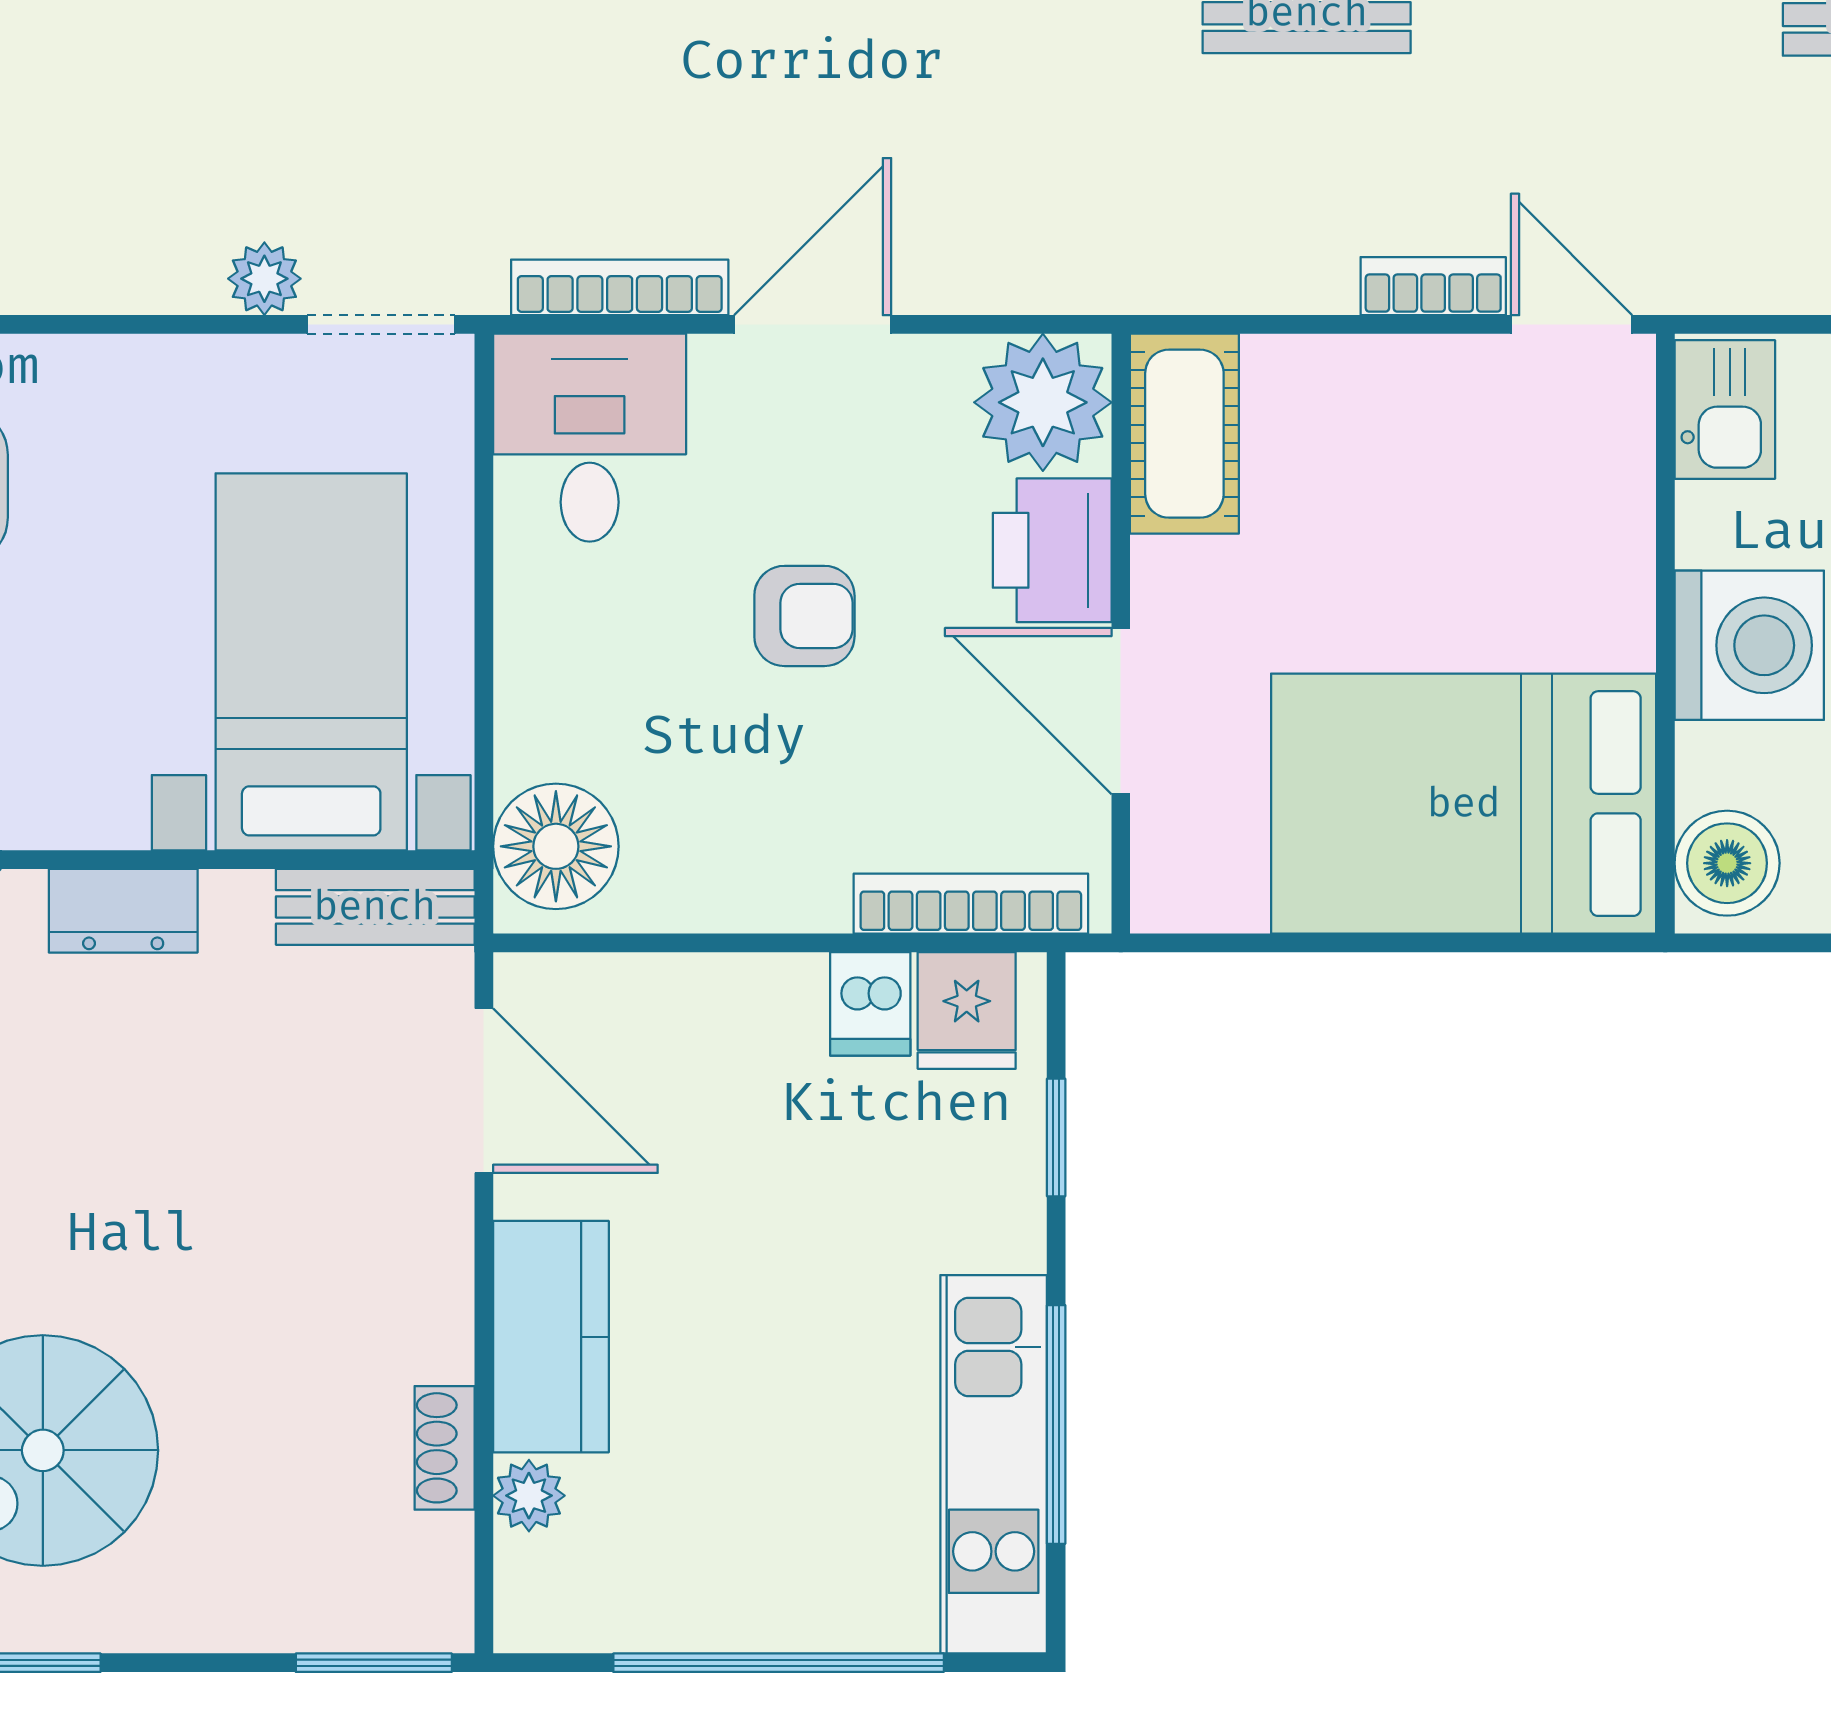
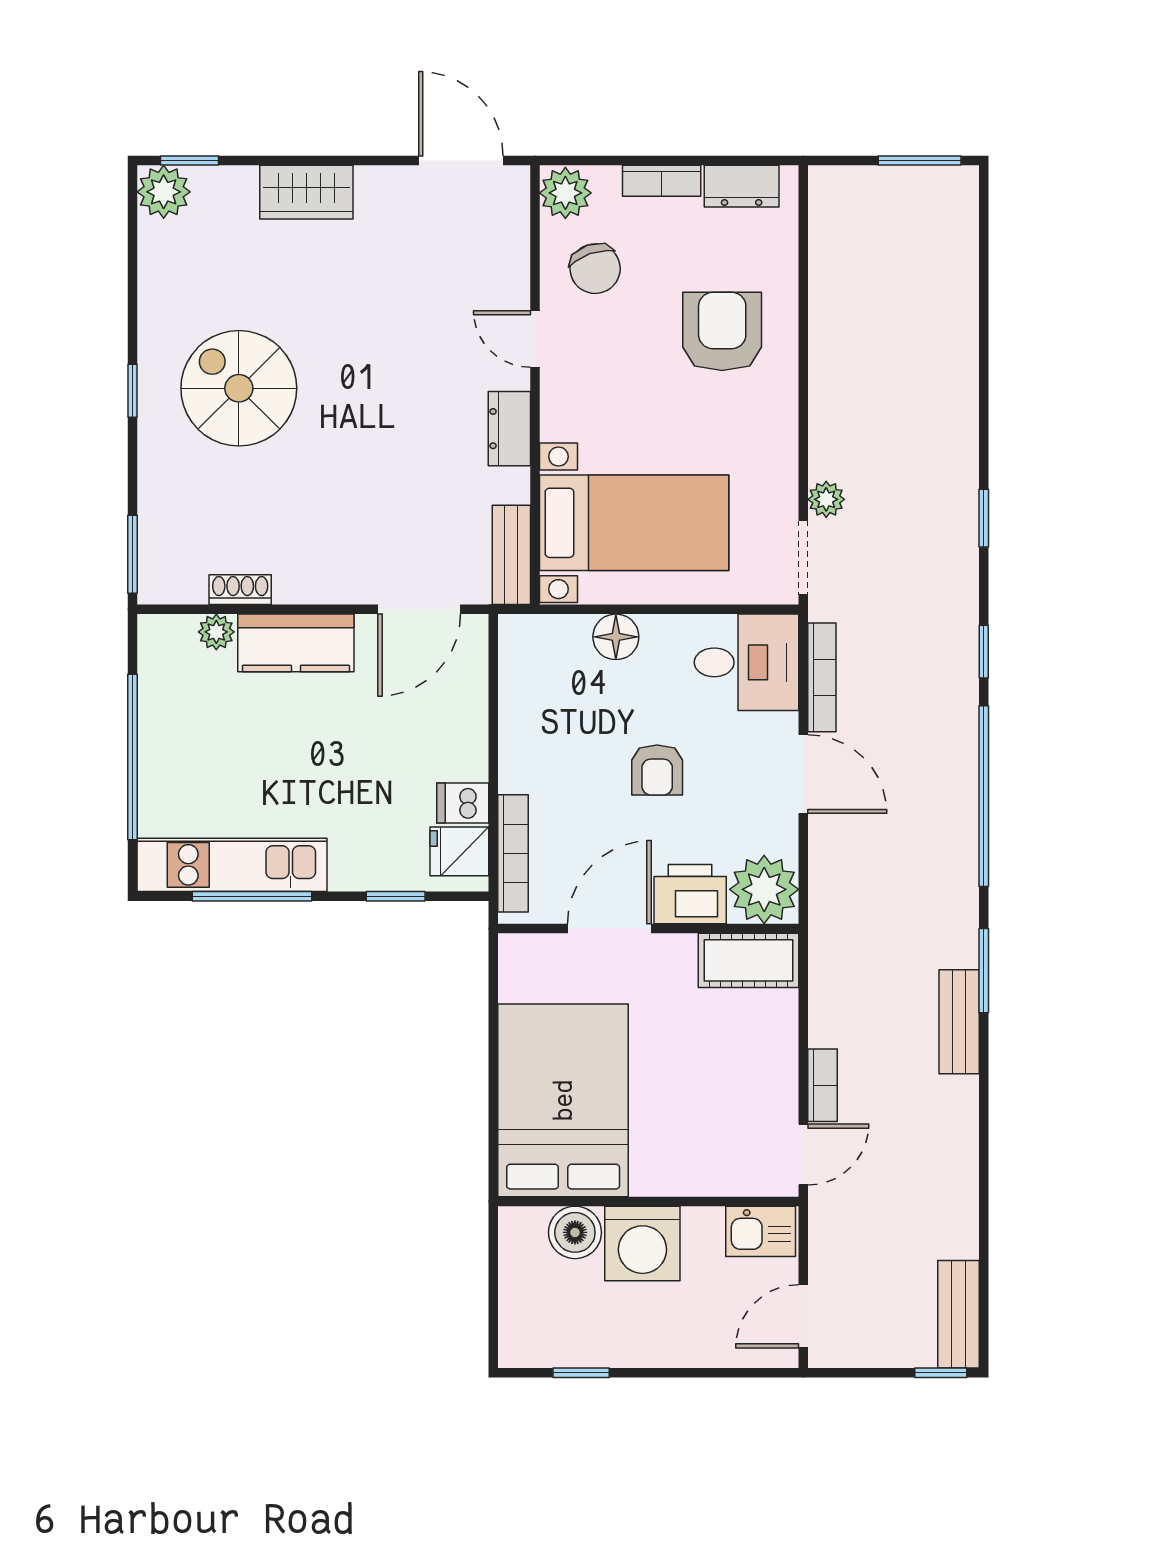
floor lamp: (556, 846) -> (616, 637), moved, width x0.73, depth x0.73
boiler: (1727, 863) -> (575, 1232), moved

